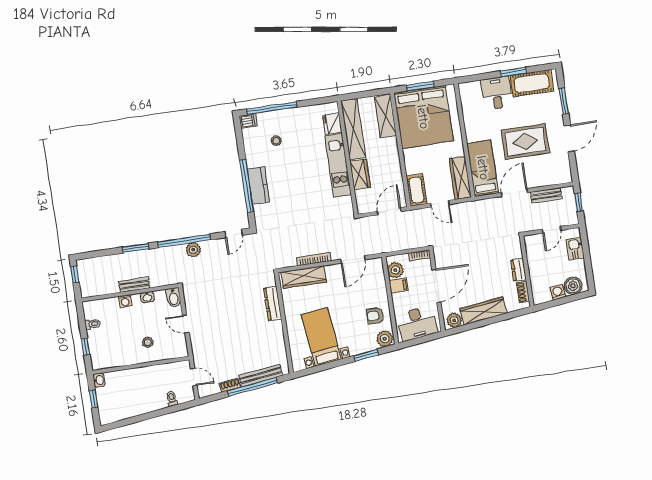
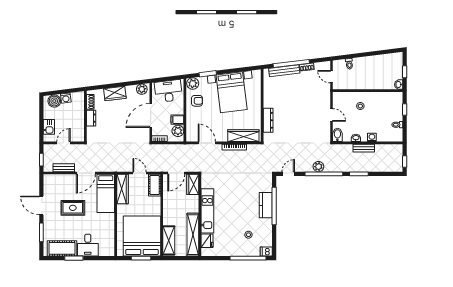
door: (569, 138) -> (41, 205), hinge flipped
rug: (525, 142) -> (73, 208), width x0.73, depth x0.70
wardrobe: (360, 174) -> (193, 184), moved
door: (353, 259) -> (207, 143), hinge flipped
wardrobe: (483, 311) -> (115, 93), width x0.67
bed with nightstands: (321, 337) -> (232, 92), width x1.36

